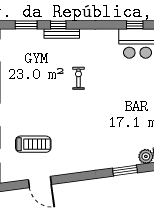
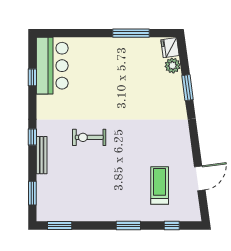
window: (58, 25) -> (32, 137), moved
exercise bike: (78, 78) -> (89, 137), width x1.38, depth x1.39

